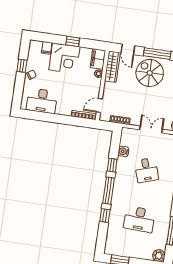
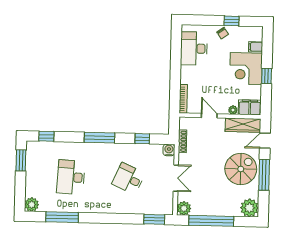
door: (99, 105) -> (209, 116), moved
water cooler: (123, 151) -> (169, 150), moved
window: (112, 165) -> (142, 139), moved
desk: (146, 170) -> (128, 179), turned 42
window: (105, 216) -> (46, 136), moved

